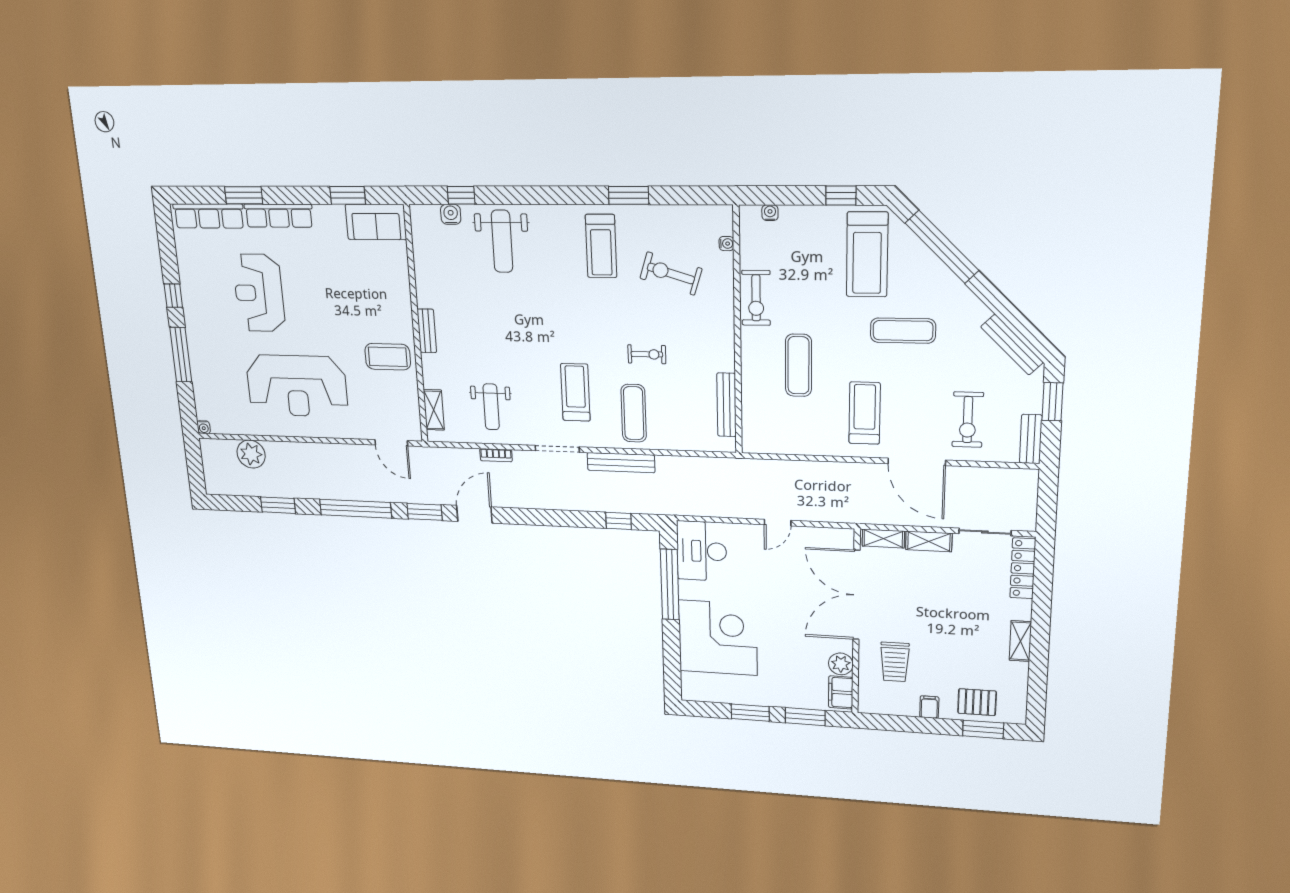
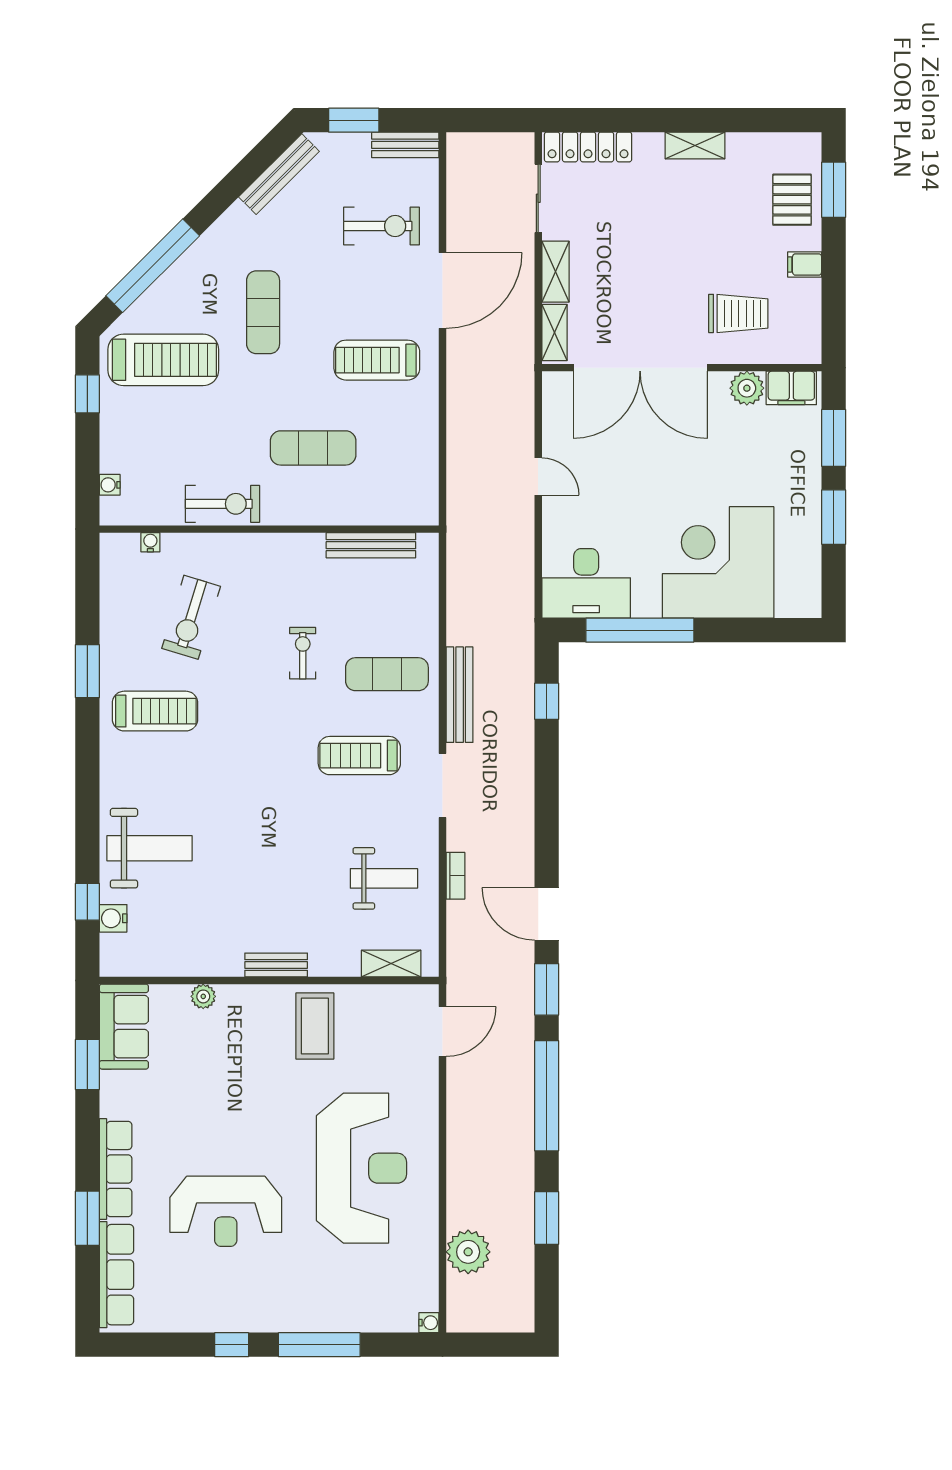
plant: (401, 279) -> (203, 996), added

